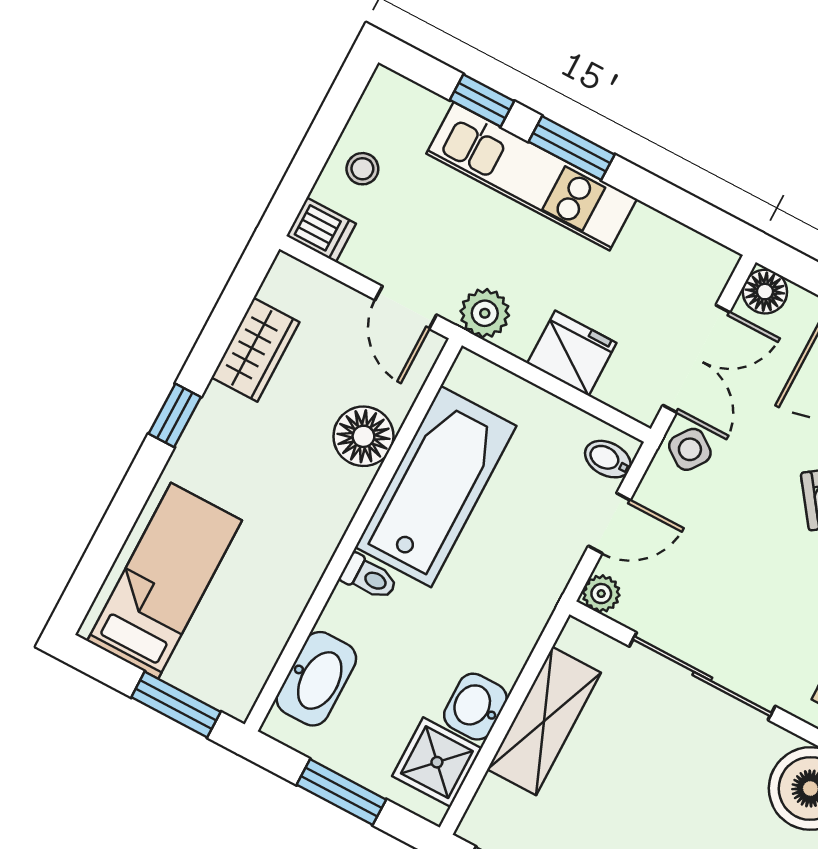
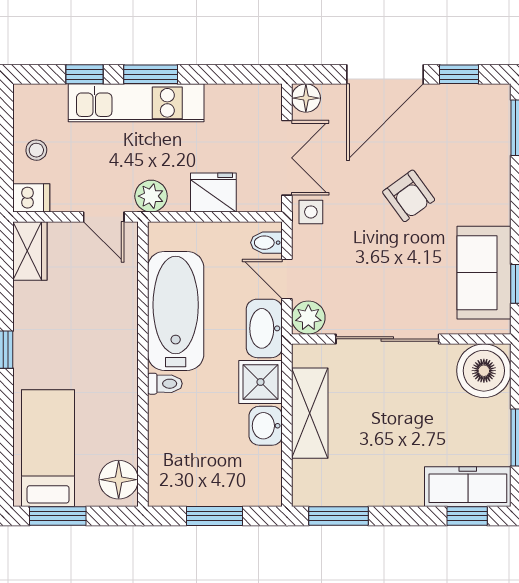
wardrobe: (255, 350) -> (30, 251), moved
floor lamp: (363, 436) -> (119, 480), moved
side table: (690, 449) -> (311, 212), turned -36
door: (609, 523) -> (287, 279), swing flipped
plant: (601, 594) -> (308, 318), width x1.38, depth x1.38
washbasin: (316, 679) -> (264, 328), moved, turned 180
window: (176, 705) -> (58, 516), moved
shower: (437, 762) -> (261, 382), moved

